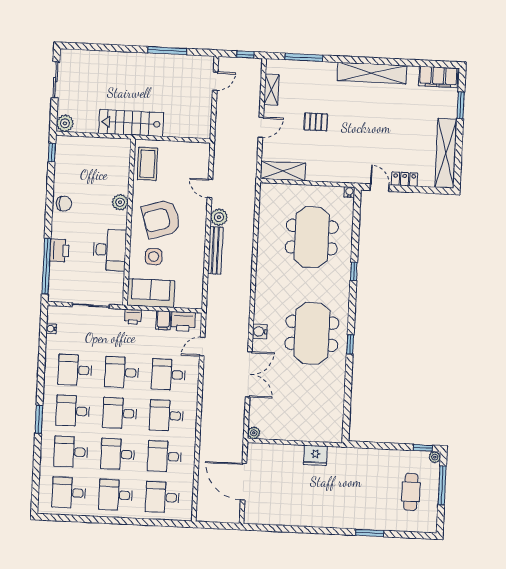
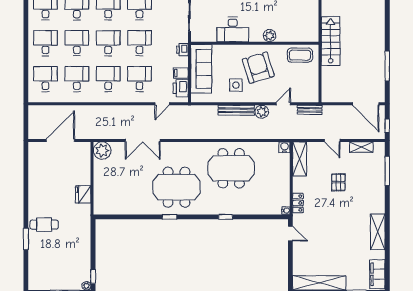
shelving: (372, 73) -> (378, 232), width x0.68
door: (215, 81) -> (366, 104), width x1.88
bench: (220, 155) -> (310, 110), added
locker: (405, 179) -> (298, 203), moved
door: (380, 188) -> (290, 234), hinge flipped
meeting table: (312, 237) -> (231, 168), moved
side table: (154, 257) -> (236, 85), moved
sofa: (151, 293) -> (201, 69), width x1.36
water cooler: (260, 331) -> (284, 147), moved
door: (202, 347) -> (162, 104), swing flipped
plant: (254, 433) -> (102, 150), width x1.88, depth x1.88
cafe table: (411, 492) -> (44, 225), moved

